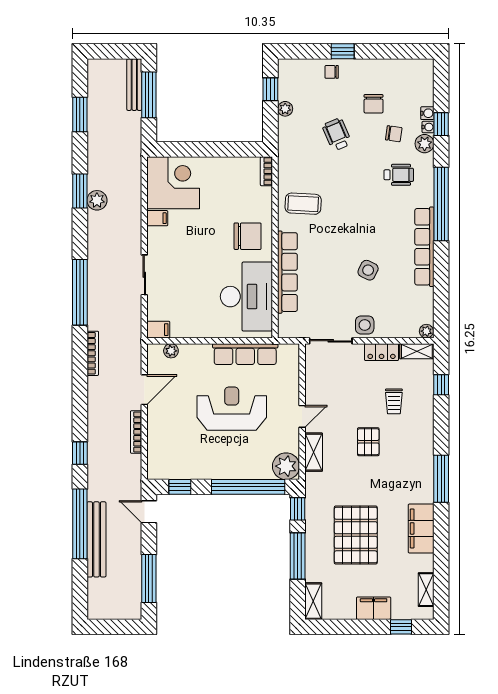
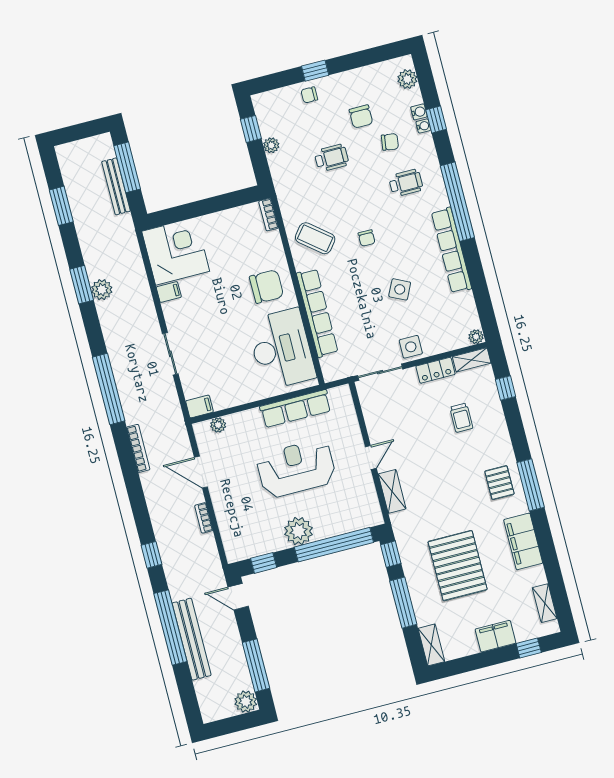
bench: (134, 85) -> (116, 186), moved
wheelchair: (337, 134) -> (331, 158), turned 113
plant: (425, 144) -> (407, 79), moved
coffee table: (303, 204) -> (315, 238), turned 36
chair: (350, 216) -> (367, 238), added
door: (144, 390) -> (201, 472), swing flipped
bookcase: (136, 432) -> (204, 518), width x0.64
pallet: (368, 442) -> (499, 483), moved
plant: (286, 466) -> (299, 531), moved
plant: (131, 609) -> (246, 702), added

